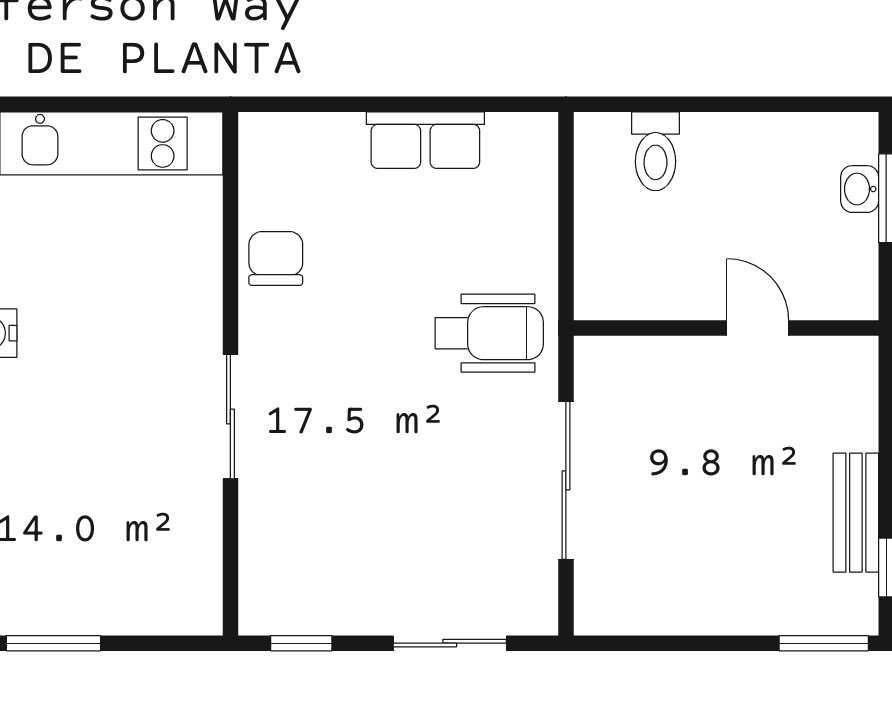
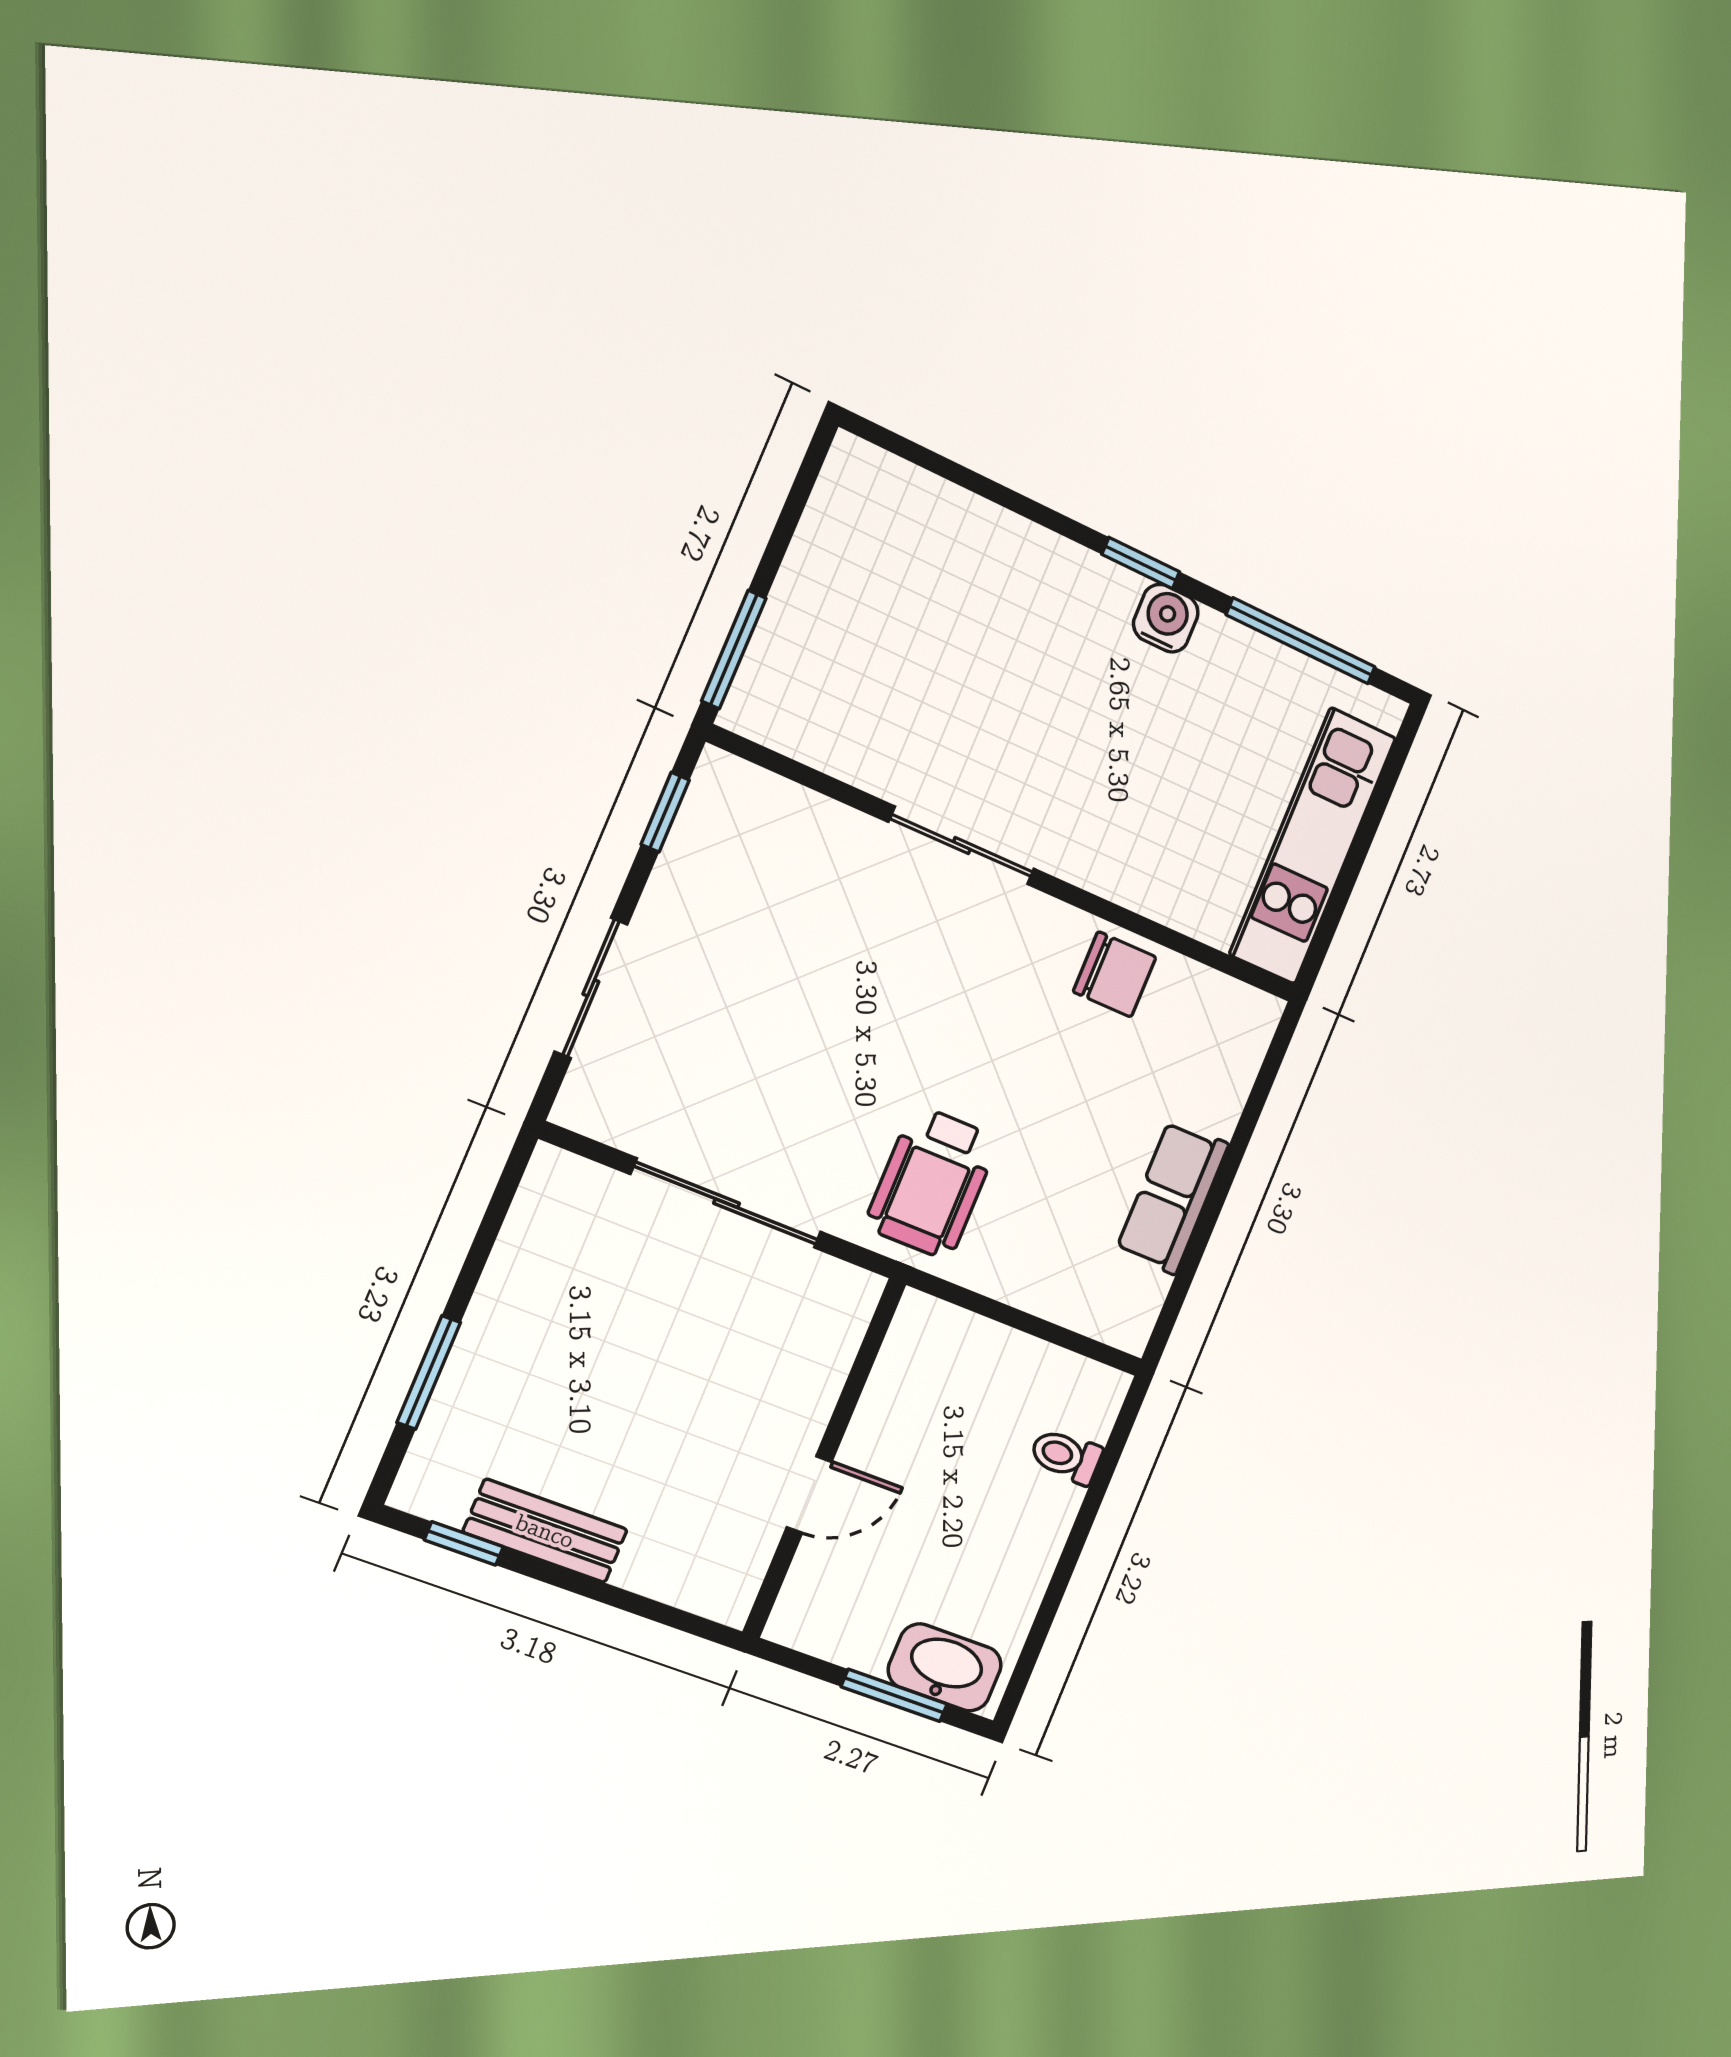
toilet: (656, 151) -> (1066, 1456), width x0.73, depth x0.72
washbasin: (860, 189) -> (945, 1667), width x1.91, depth x1.45
window: (53, 643) -> (734, 649), moved
window: (824, 643) -> (429, 1372), moved

